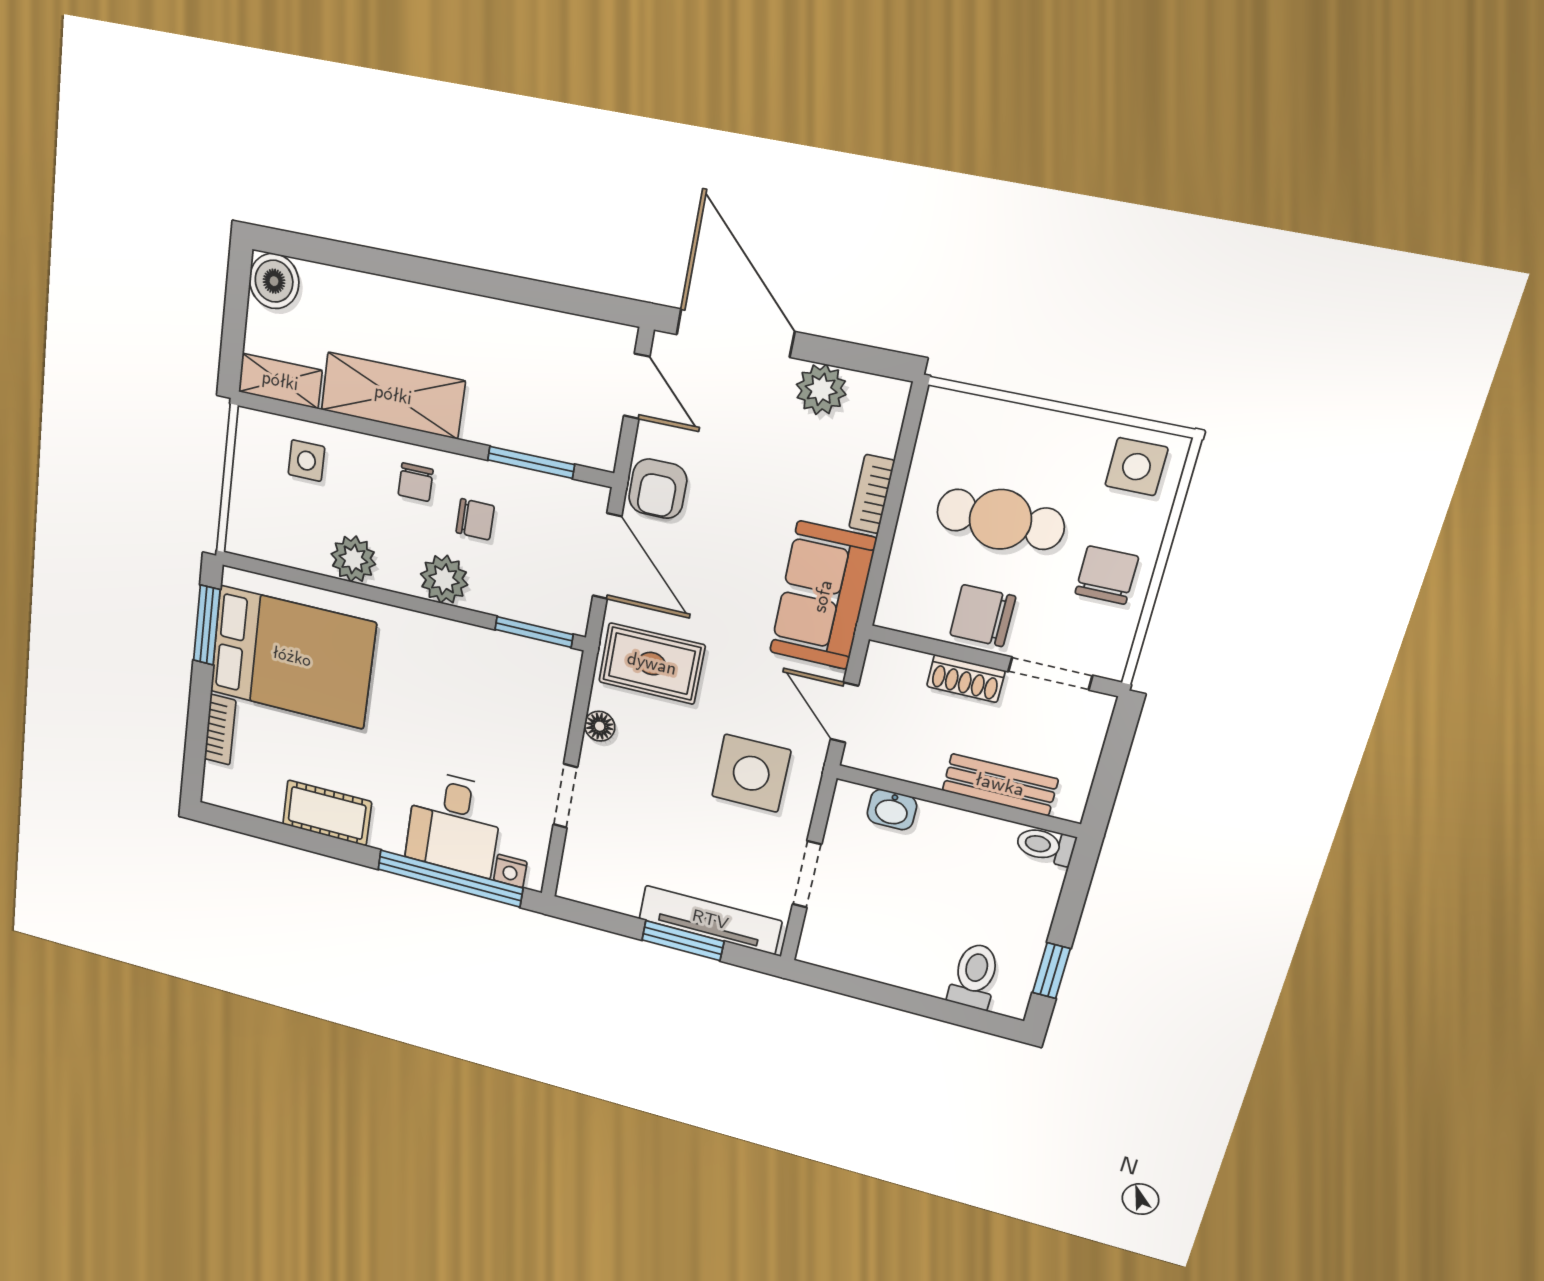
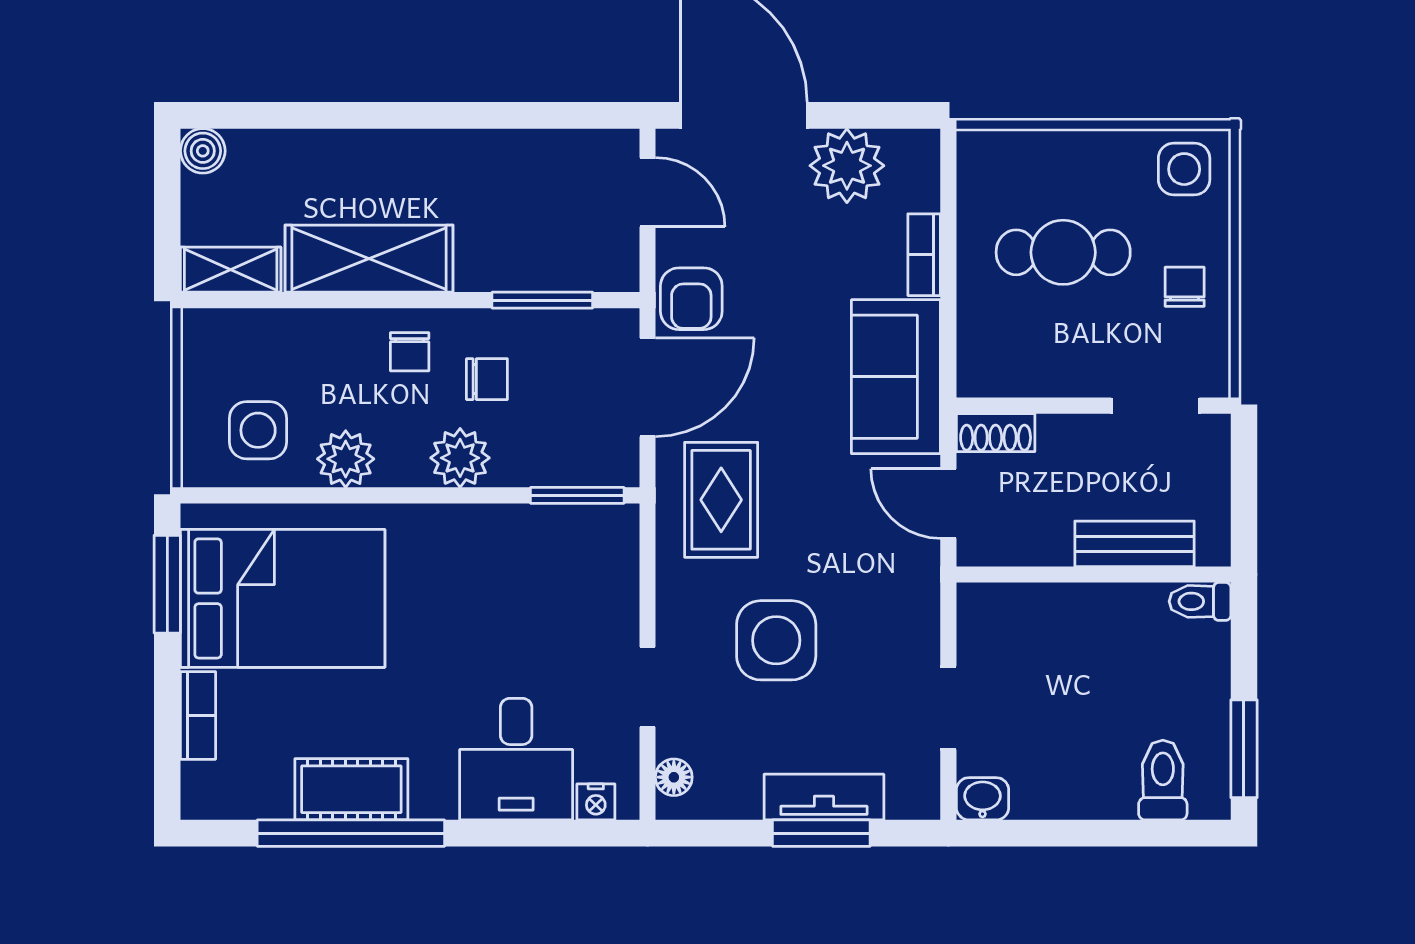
boiler: (274, 281) -> (203, 151), width x0.73, depth x0.73
plant: (821, 389) -> (847, 166), width x1.36, depth x1.36
side table: (306, 461) -> (258, 430), moved, width x1.37, depth x1.37
door: (607, 556) -> (648, 387), hinge flipped
chair: (1107, 575) -> (1185, 287), width x0.73, depth x0.73
chair: (983, 616) -> (1070, 359), removed
rug: (652, 664) -> (721, 500), turned 90
shoe rack: (966, 678) -> (996, 433), moved
floor lamp: (600, 726) -> (674, 777), moved
side table: (751, 773) -> (776, 640), moved
washbasin: (892, 810) -> (983, 799), moved, turned 180
window: (450, 878) -> (351, 833), moved
tv unit: (710, 920) -> (824, 797), width x0.71
window: (1051, 971) -> (1244, 749), width x1.50

